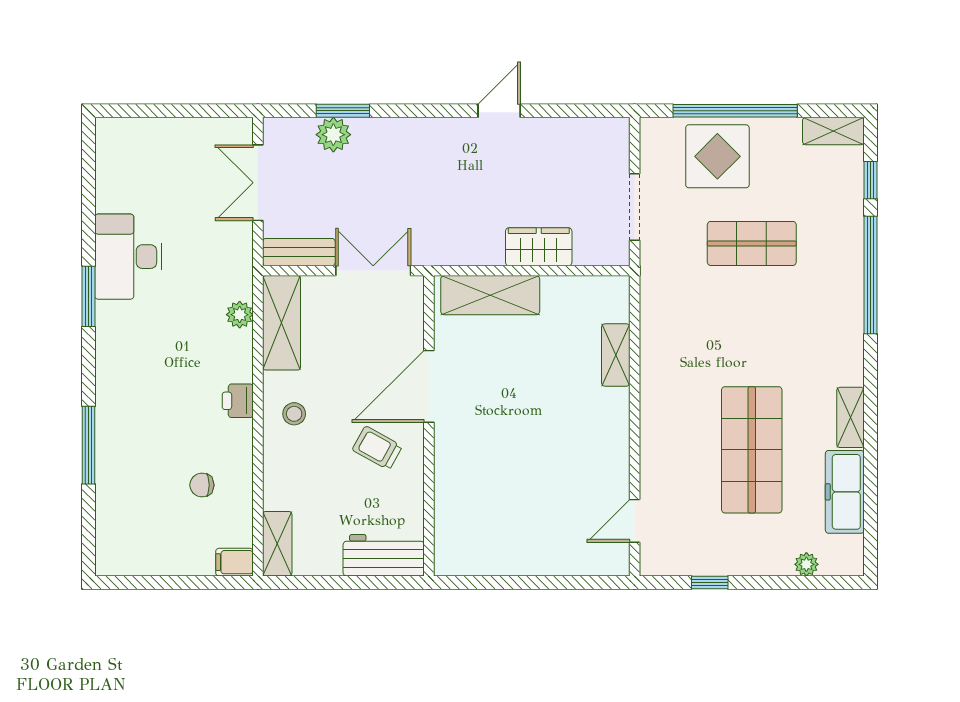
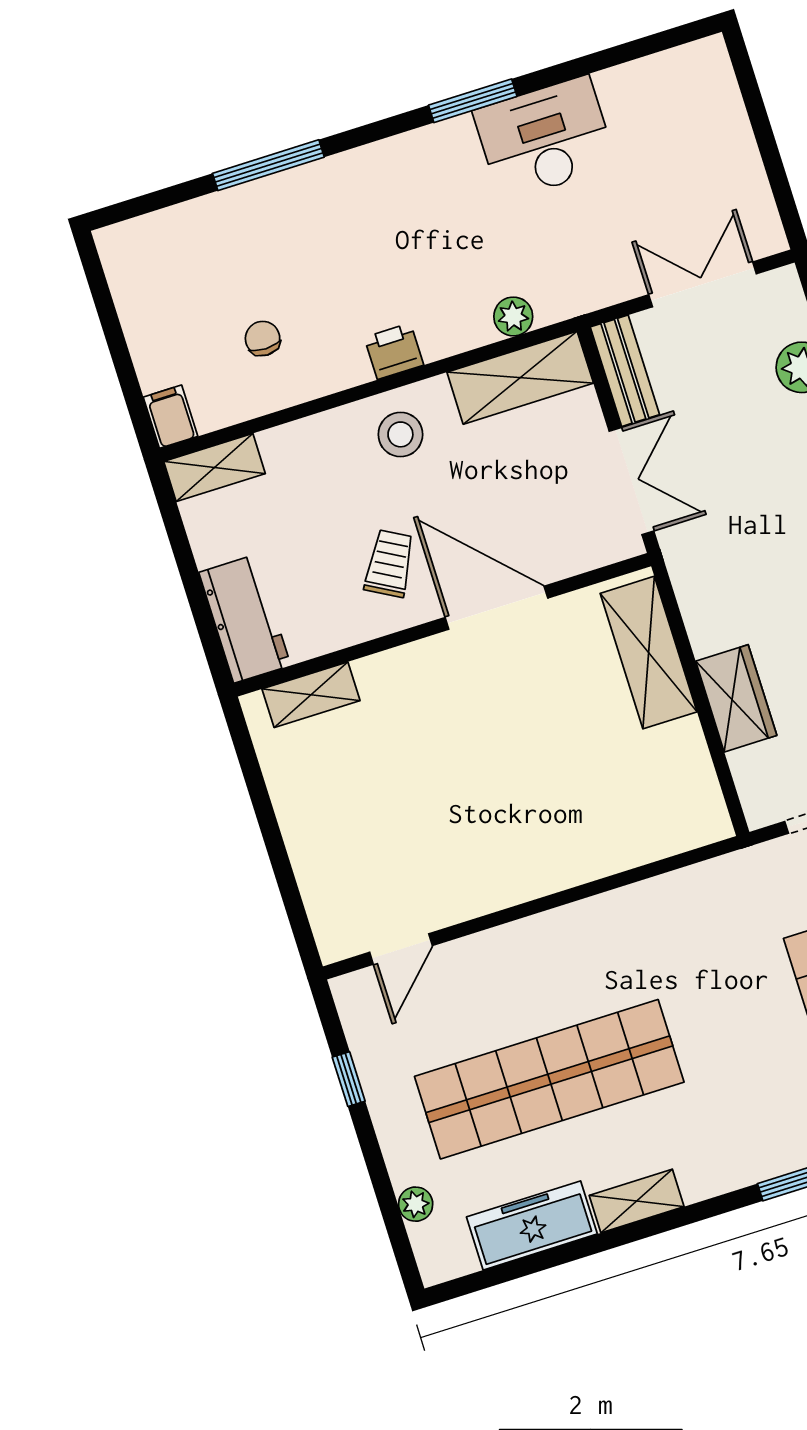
shelving: (616, 355) -> (311, 695), moved
stool: (294, 414) -> (400, 434), width x1.37, depth x1.37
shop shelf: (752, 450) -> (549, 1079), width x1.40
door: (635, 521) -> (401, 949), swing flipped

